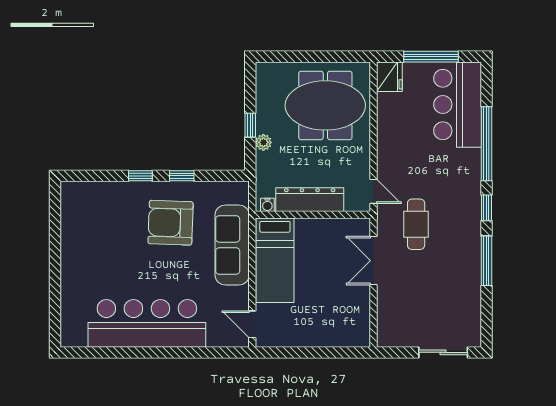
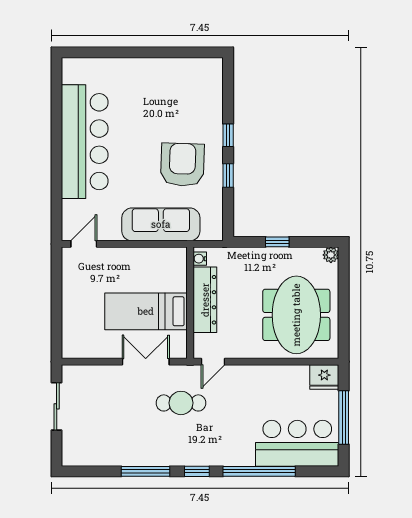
plant: (263, 142) -> (331, 255), moved
bed: (275, 260) -> (146, 311), moved
sliding door: (443, 352) -> (57, 406), moved

